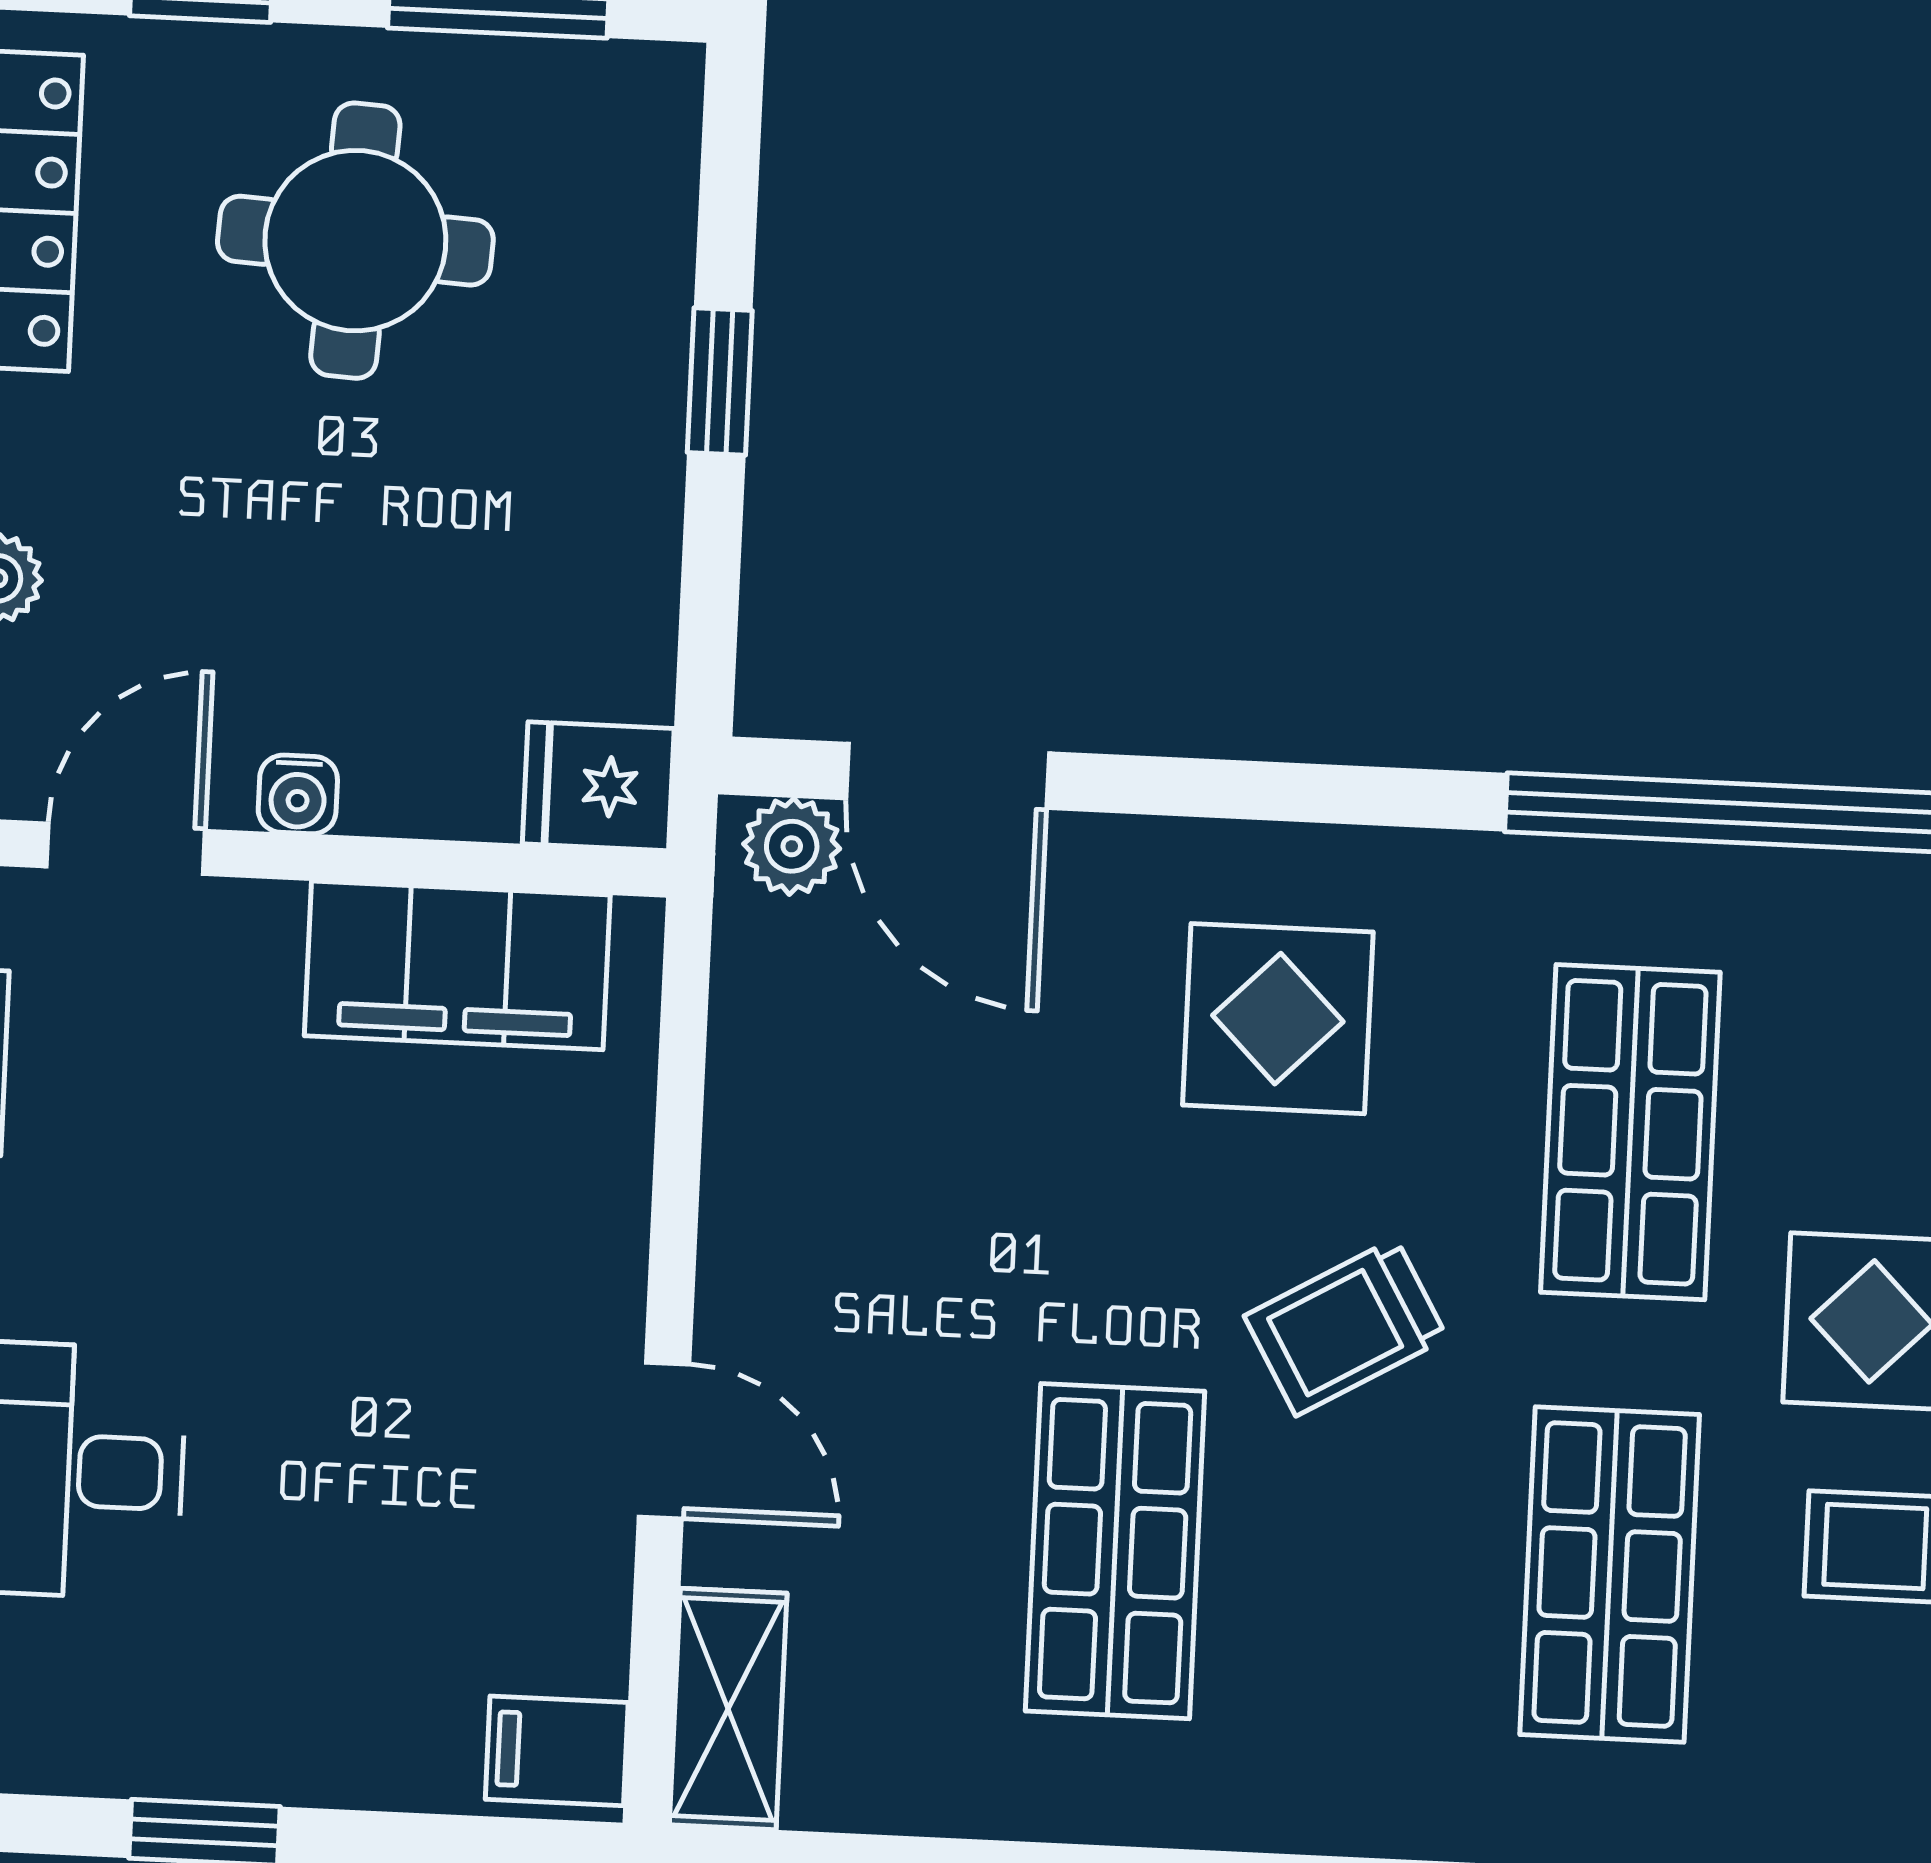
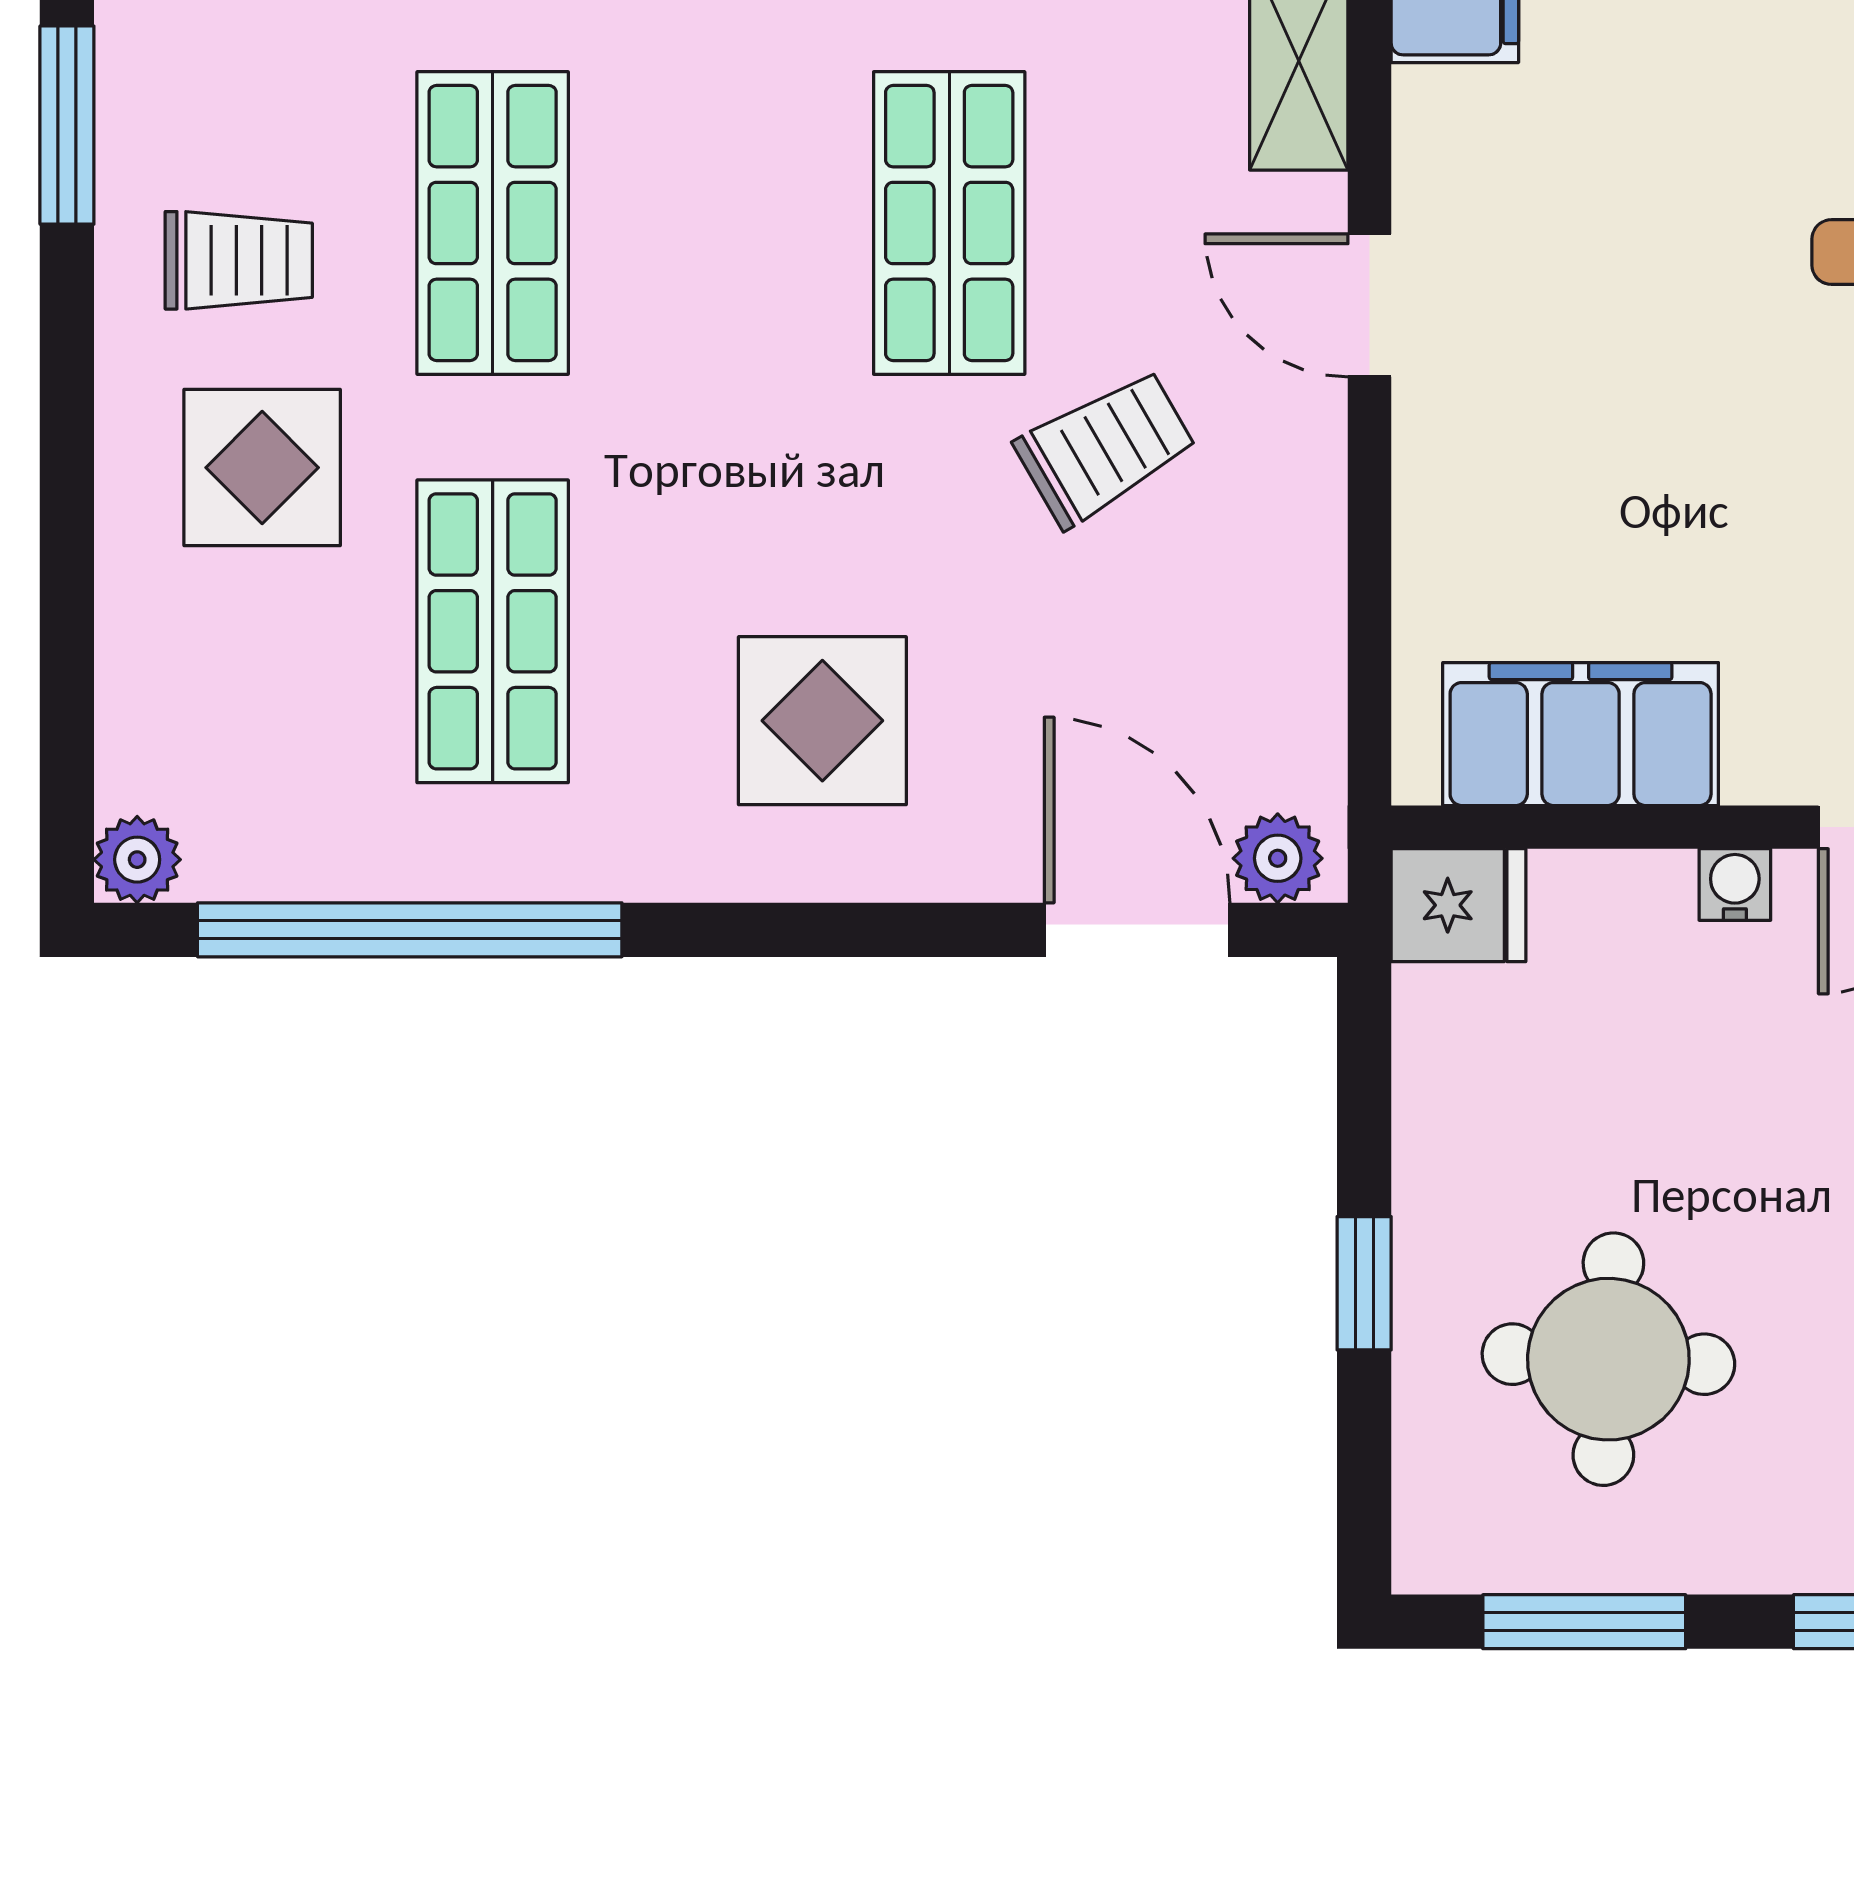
round table: (355, 241) -> (1608, 1359), moved
trolley: (1346, 1327) -> (1105, 448), moved

